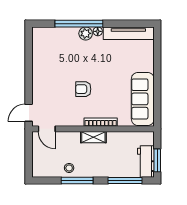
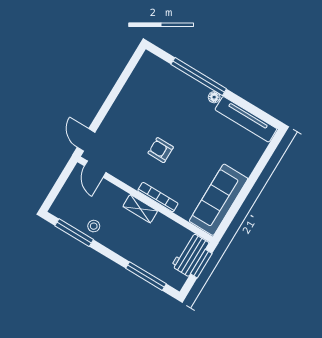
plant: (86, 33) -> (200, 92), removed
door: (29, 113) -> (86, 140), hinge flipped
window: (157, 160) -> (201, 264), moved
workbench: (146, 161) -> (190, 254), moved
window: (77, 180) -> (74, 233), moved

